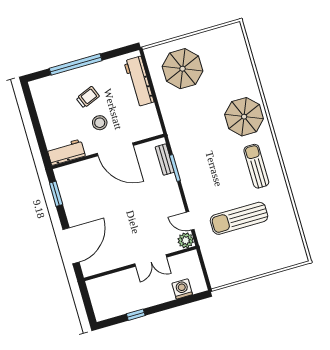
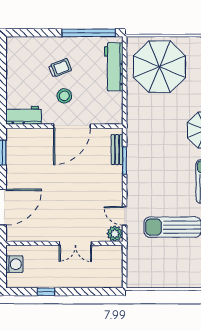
window: (76, 64) -> (89, 33), moved
parasol: (183, 69) -> (159, 67), width x1.36, depth x1.36
door: (115, 149) -> (72, 126), hinge flipped
washing machine: (182, 289) -> (14, 264), moved, turned 90

